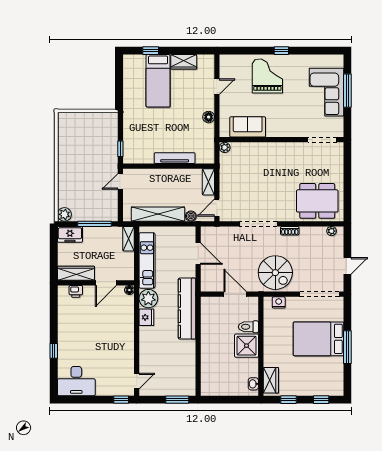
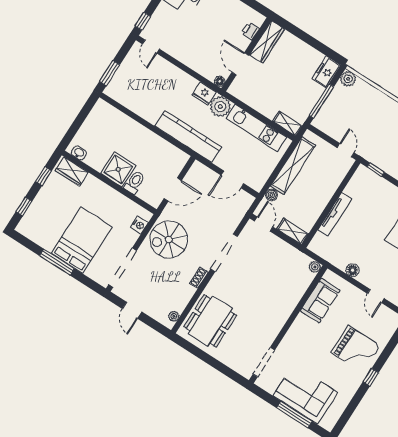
wardrobe: (76, 273) -> (267, 42), moved
wall: (96, 283) -> (246, 54), moved
door: (106, 283) -> (240, 64), moved
floor lamp: (129, 290) -> (220, 81), moved
printer: (76, 291) -> (250, 31), moved

